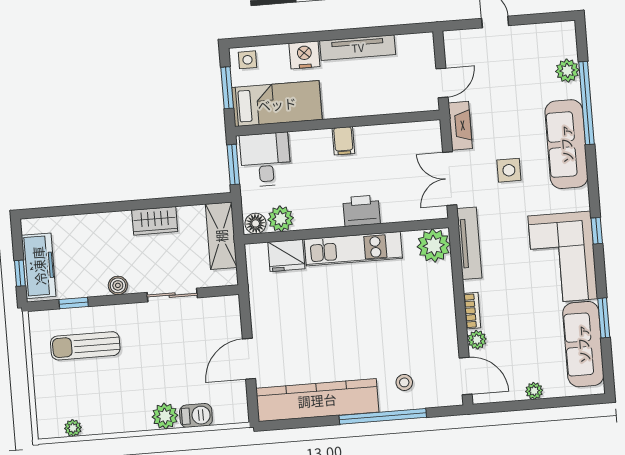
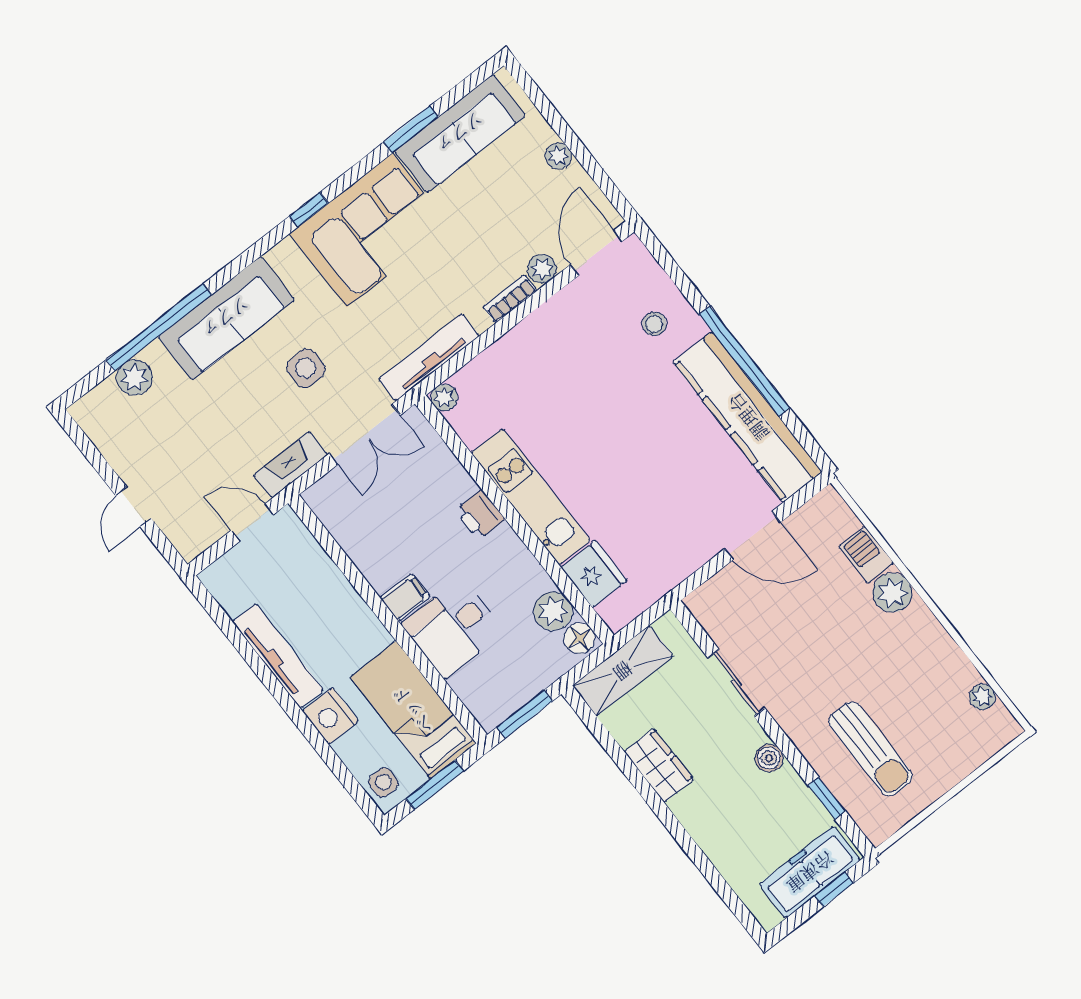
desk: (265, 160) -> (453, 628), moved
printer: (362, 211) -> (480, 515), width x0.73, depth x0.81
plant: (434, 246) -> (444, 398), width x0.53, depth x0.53
window: (383, 416) -> (744, 361), moved

